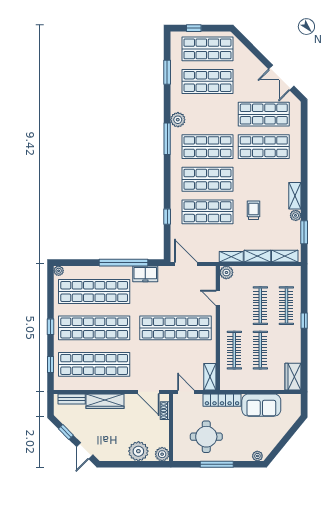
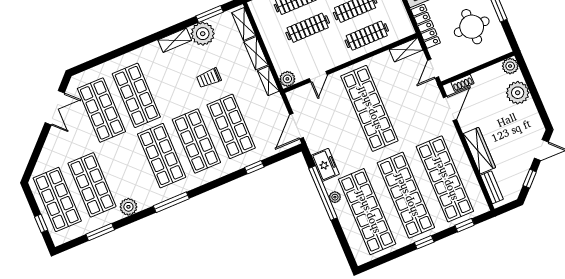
plant: (178, 120) -> (128, 207), moved
plant: (296, 215) -> (203, 34), width x1.87, depth x1.87
plant: (59, 271) -> (335, 197), moved

